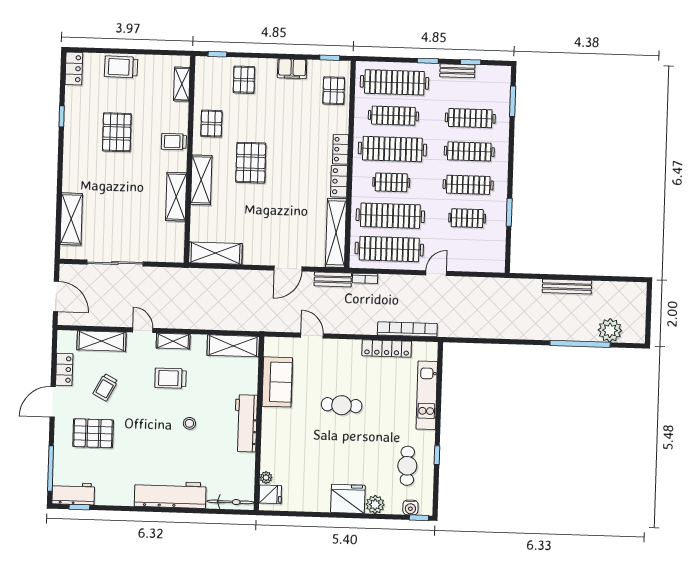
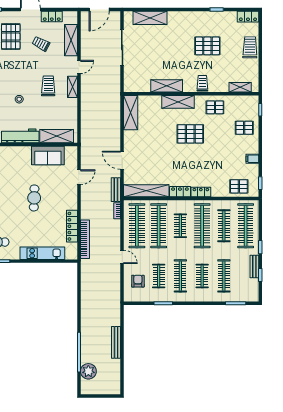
filing cabinet: (292, 69) -> (252, 159), width x0.50
clothes rail: (469, 151) -> (202, 276), width x0.73
armchair: (474, 250) -> (138, 281), added
shelving: (233, 346) -> (57, 136), moved, turned 90

